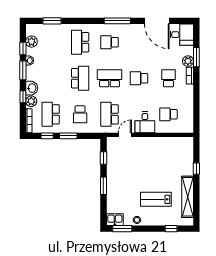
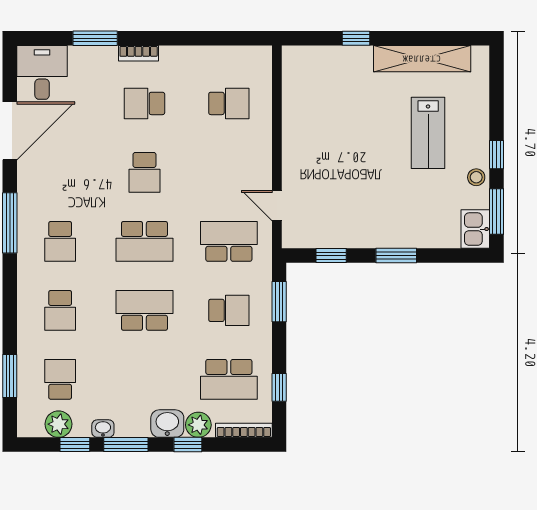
school desk: (51, 42) -> (60, 379), added
school desk: (80, 42) -> (60, 310), width x0.54
plant: (188, 61) -> (104, 58), removed
school desk: (110, 78) -> (144, 241), turned -90
school desk: (110, 114) -> (229, 241), turned 180
school desk: (168, 114) -> (229, 103), turned -90
desk: (145, 122) -> (247, 159), removed
window: (68, 136) -> (279, 302), moved
window: (171, 229) -> (496, 155), moved

